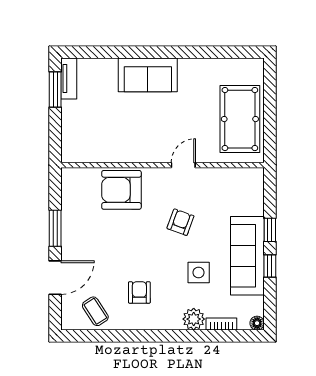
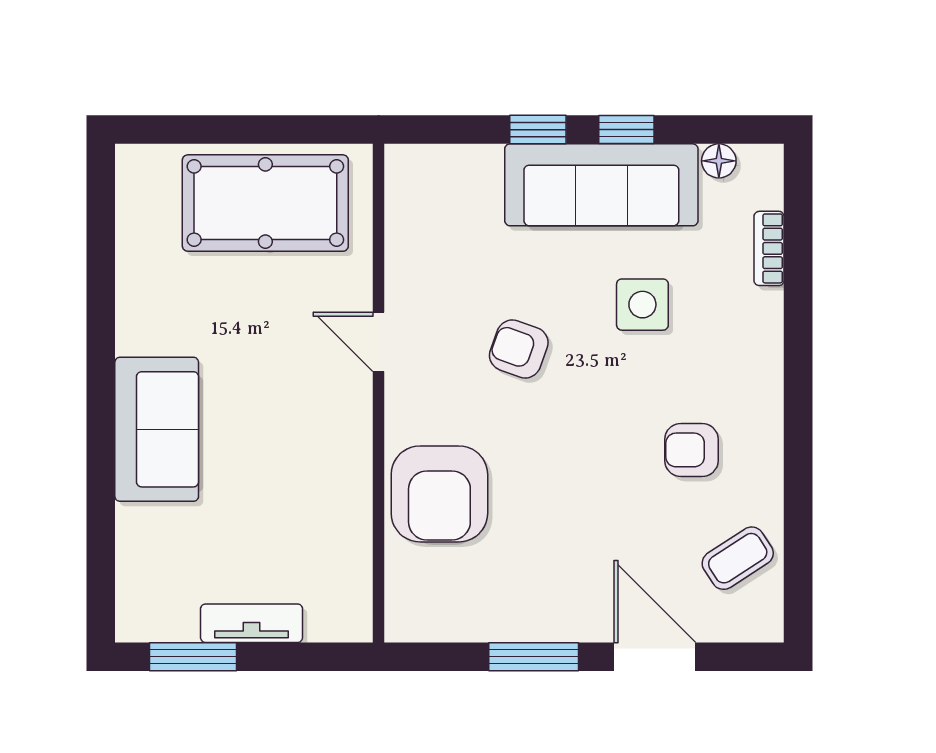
tv unit: (69, 79) -> (252, 623), moved
plant: (194, 319) -> (757, 317), removed
floor lamp: (257, 323) -> (719, 161), moved

